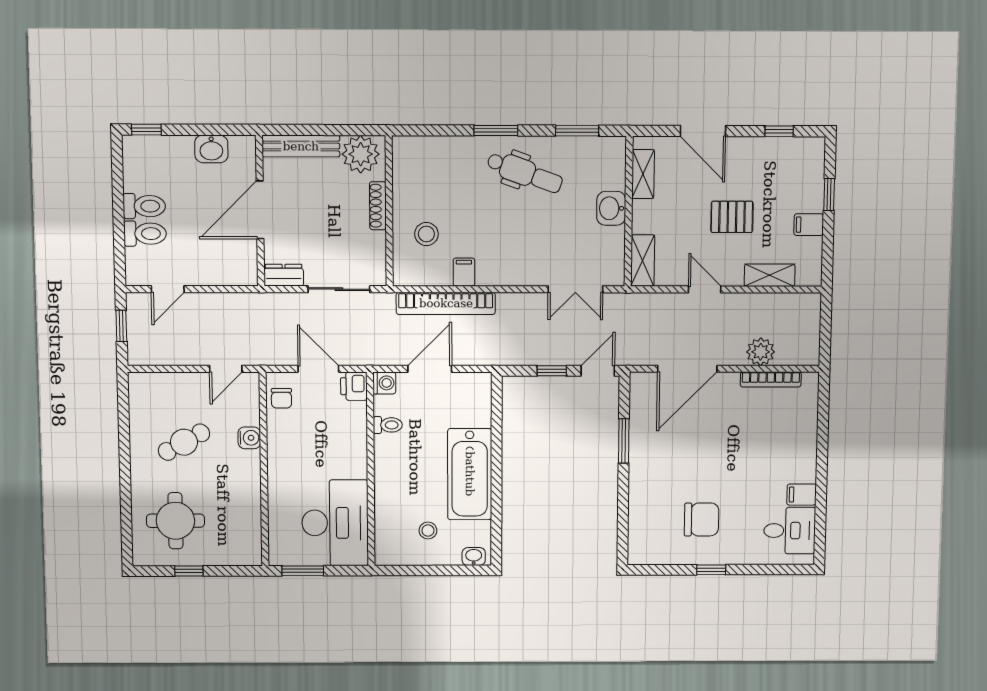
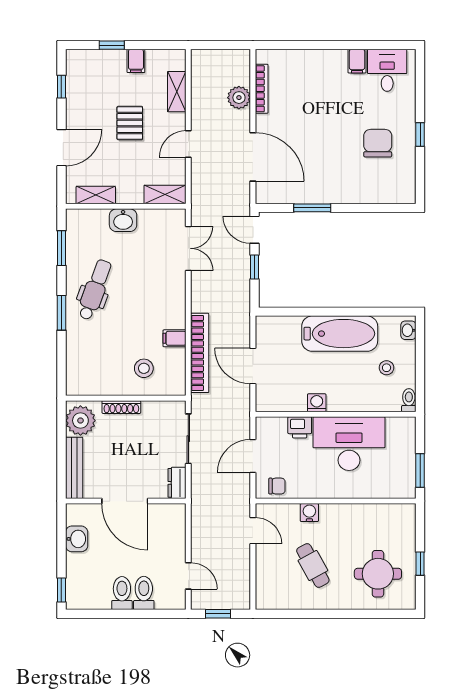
washing machine: (384, 383) -> (317, 403), moved
printer: (354, 386) -> (300, 427), moved
toilet: (388, 425) -> (409, 400), moved
desk: (335, 523) -> (349, 444), moved

